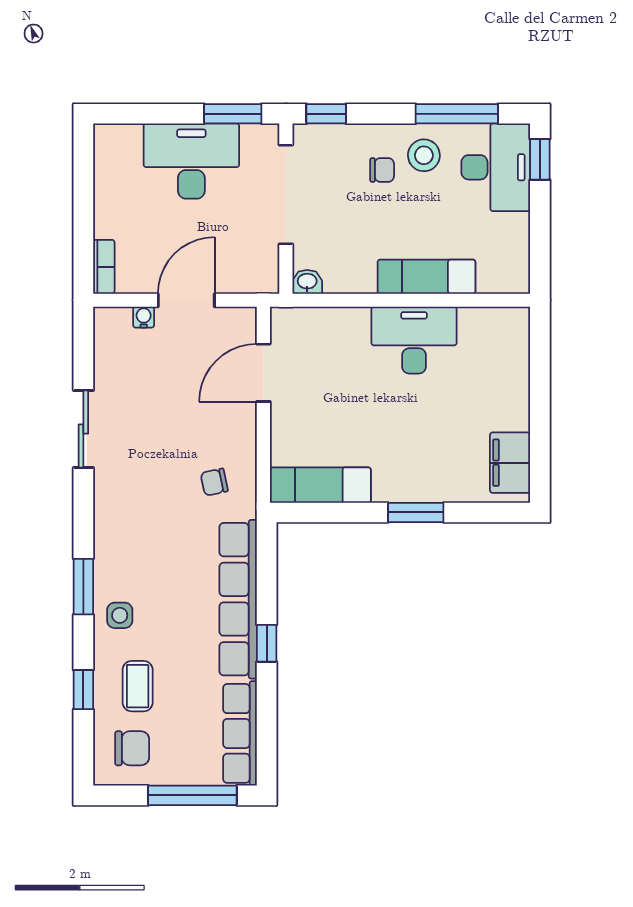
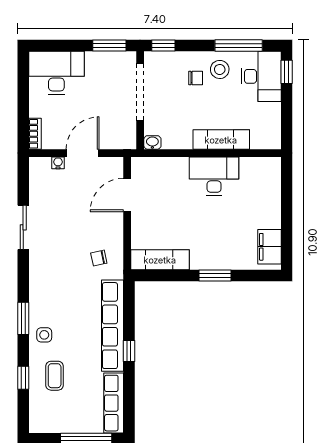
desk: (191, 161) -> (56, 73), moved
chair: (132, 748) -> (51, 412), removed

